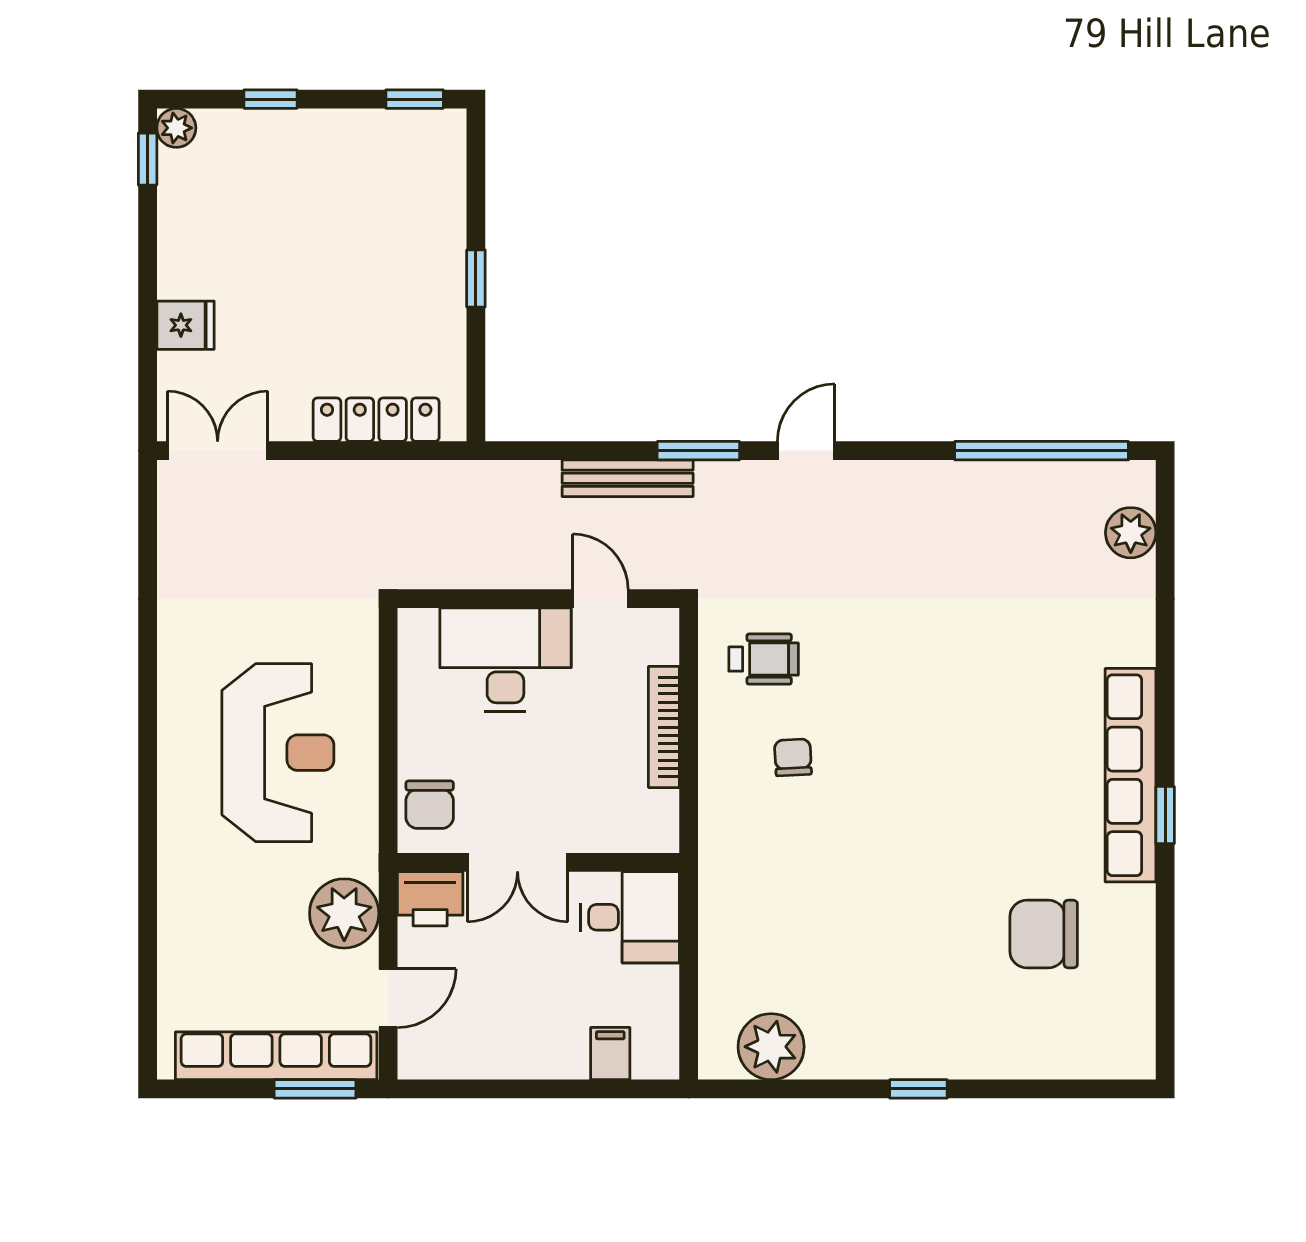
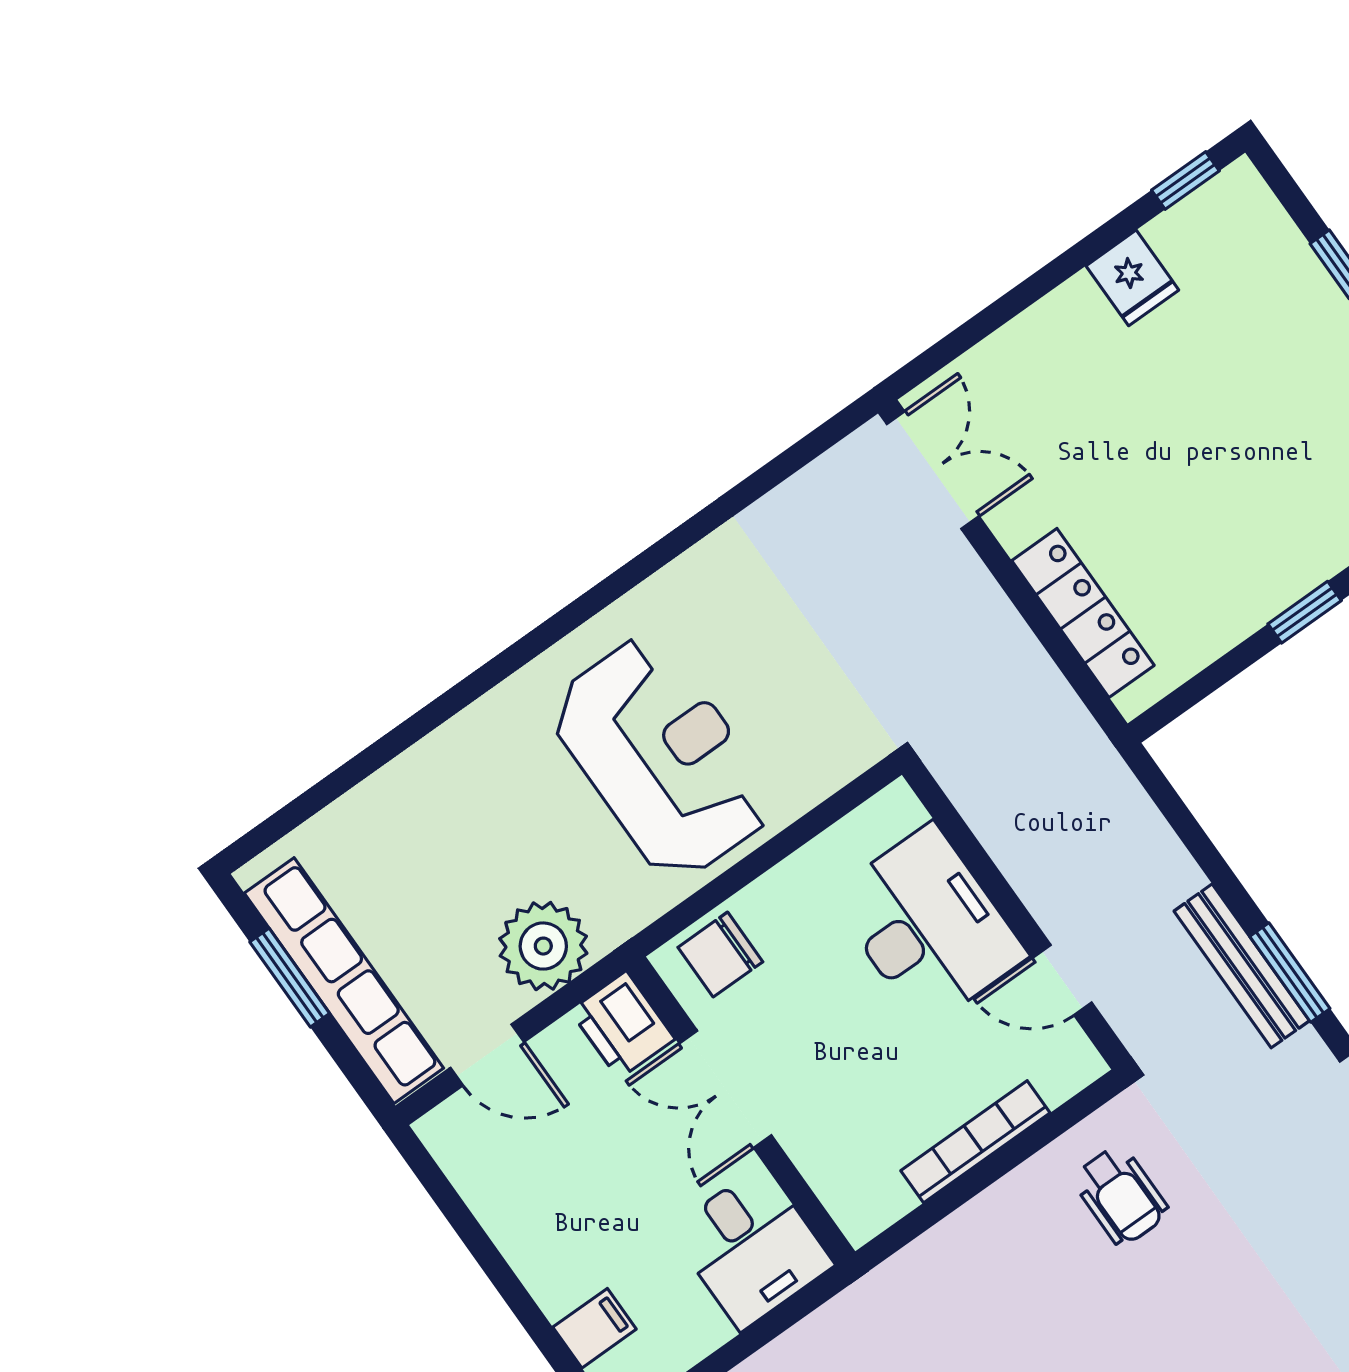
plant: (176, 128) -> (1239, 187), removed
fridge: (185, 325) -> (1132, 278), moved
bench: (628, 478) -> (1242, 966), moved
door: (600, 599) -> (1062, 980), swing flipped
reception desk: (278, 753) -> (662, 758), turned -90
chair: (793, 757) -> (1040, 1299), removed
window: (315, 1089) -> (290, 978), moved

